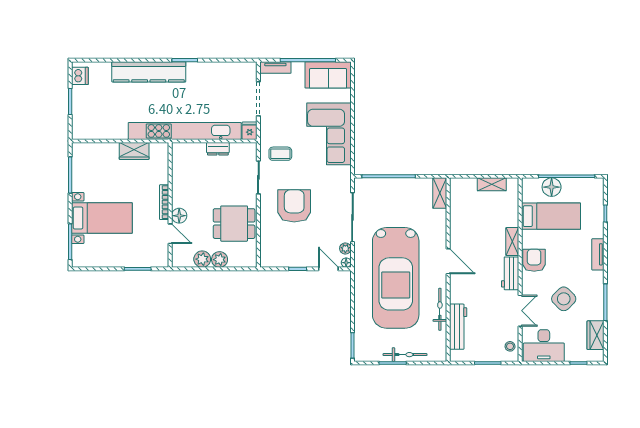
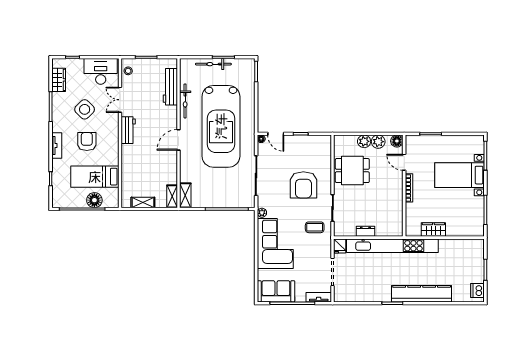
floor lamp: (179, 216) -> (397, 141), moved
shelving: (512, 242) -> (172, 196), moved
plant: (345, 248) -> (262, 213), moved
armchair: (534, 260) -> (87, 141), moved, turned 180
door: (448, 261) -> (178, 140), hinge flipped
car: (396, 278) -> (221, 126), turned 180

